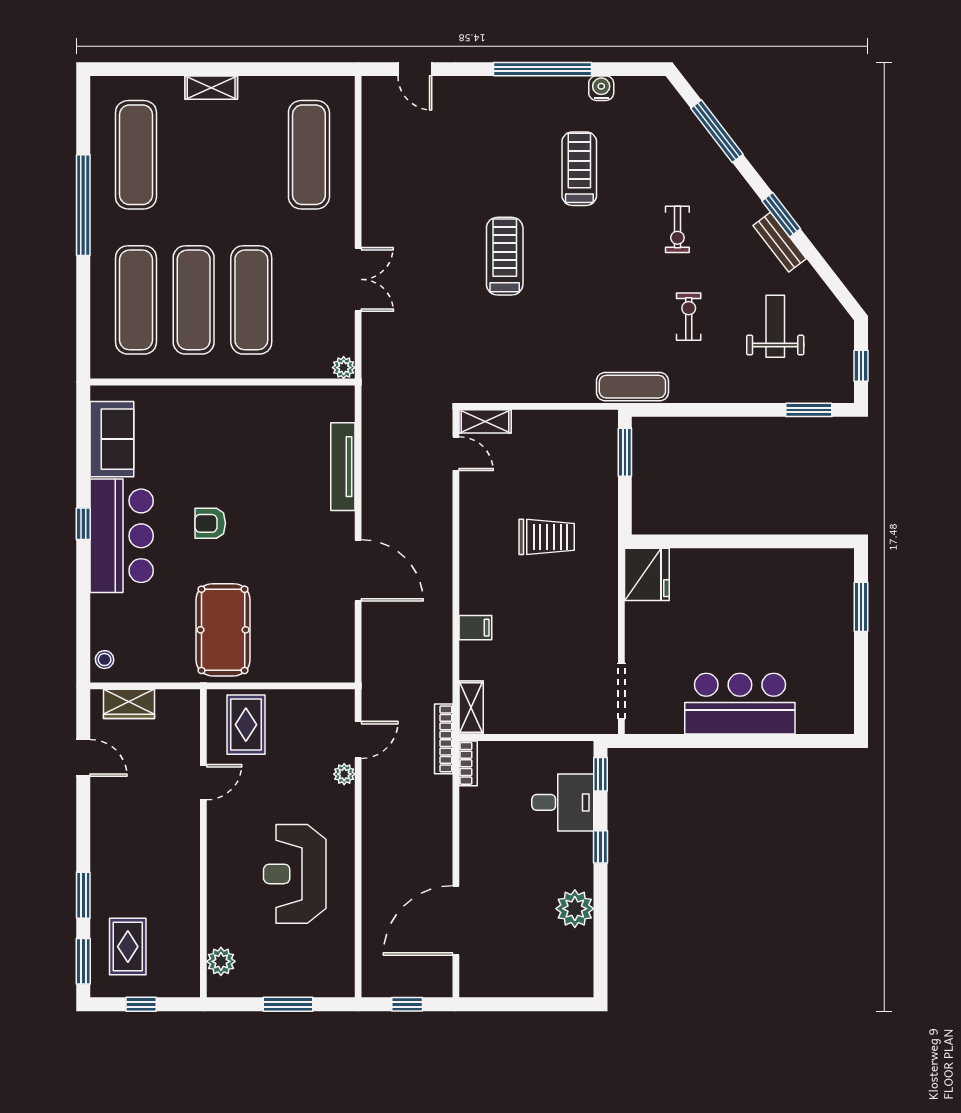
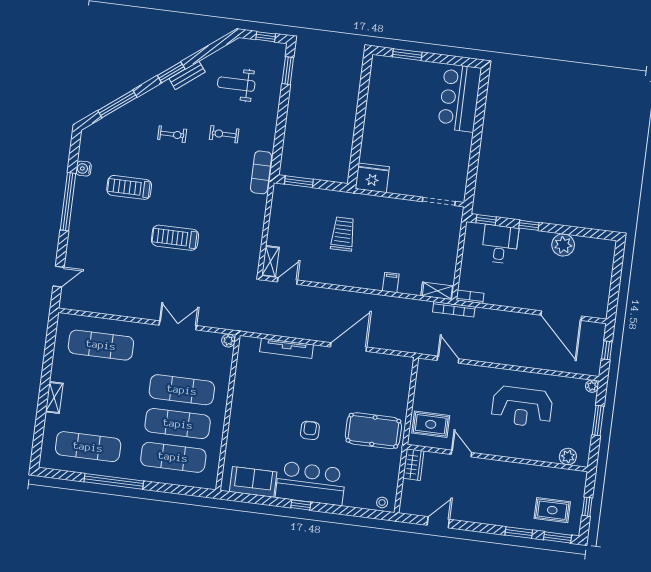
armchair: (210, 523) -> (310, 430), turned 180
wardrobe: (129, 704) -> (413, 465), moved
bar counter: (740, 704) -> (459, 98), moved
plant: (344, 774) -> (592, 386), moved

